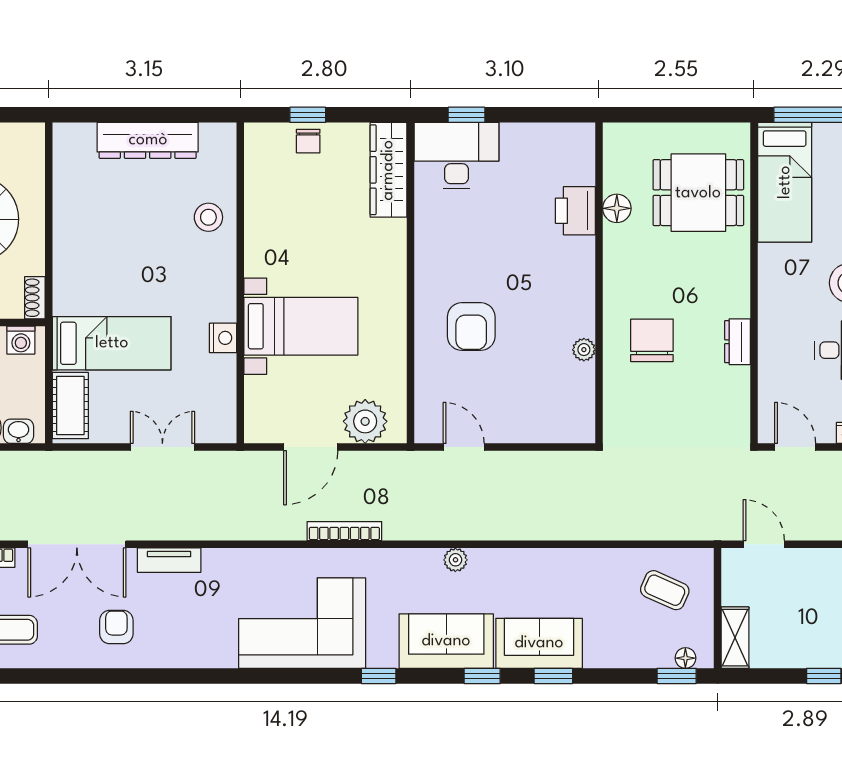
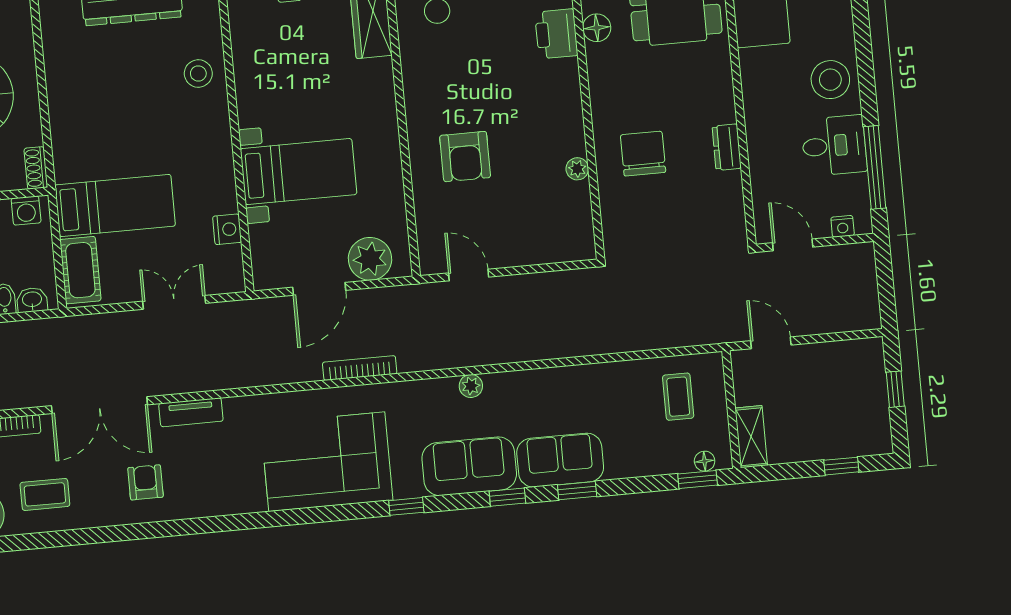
nightstand: (223, 338) -> (227, 229), moved
coffee table: (665, 590) -> (678, 397), turned 66

